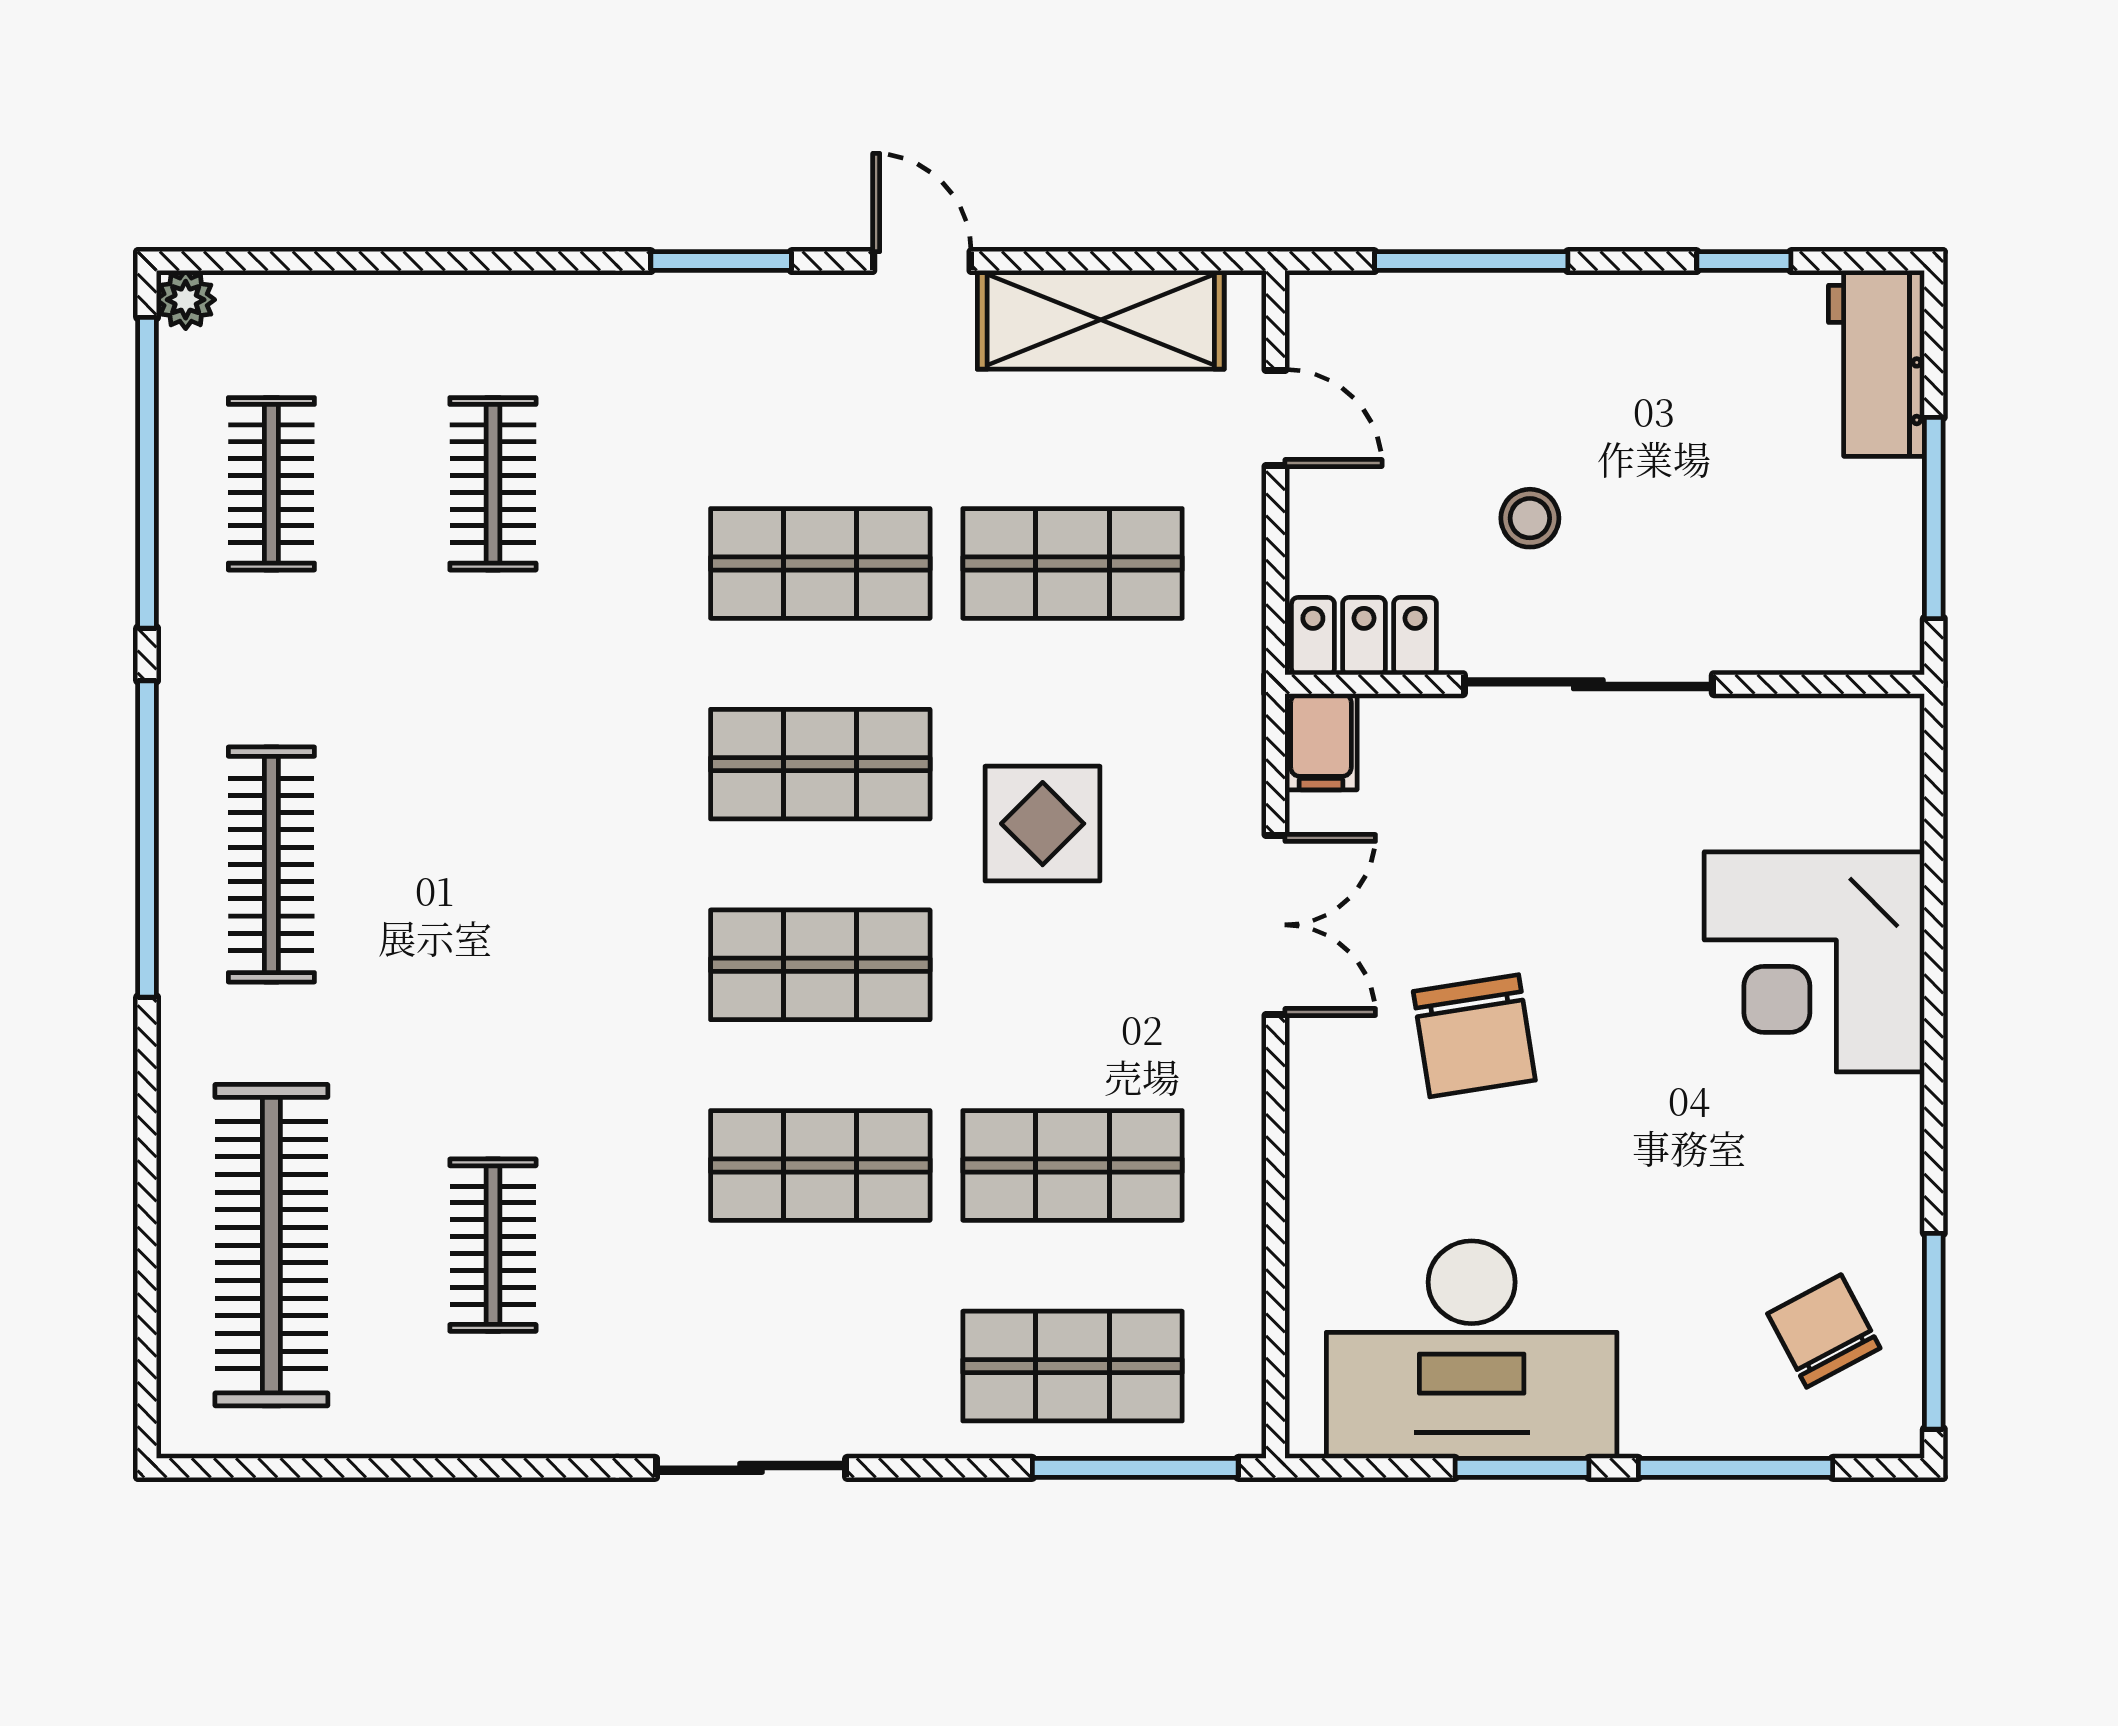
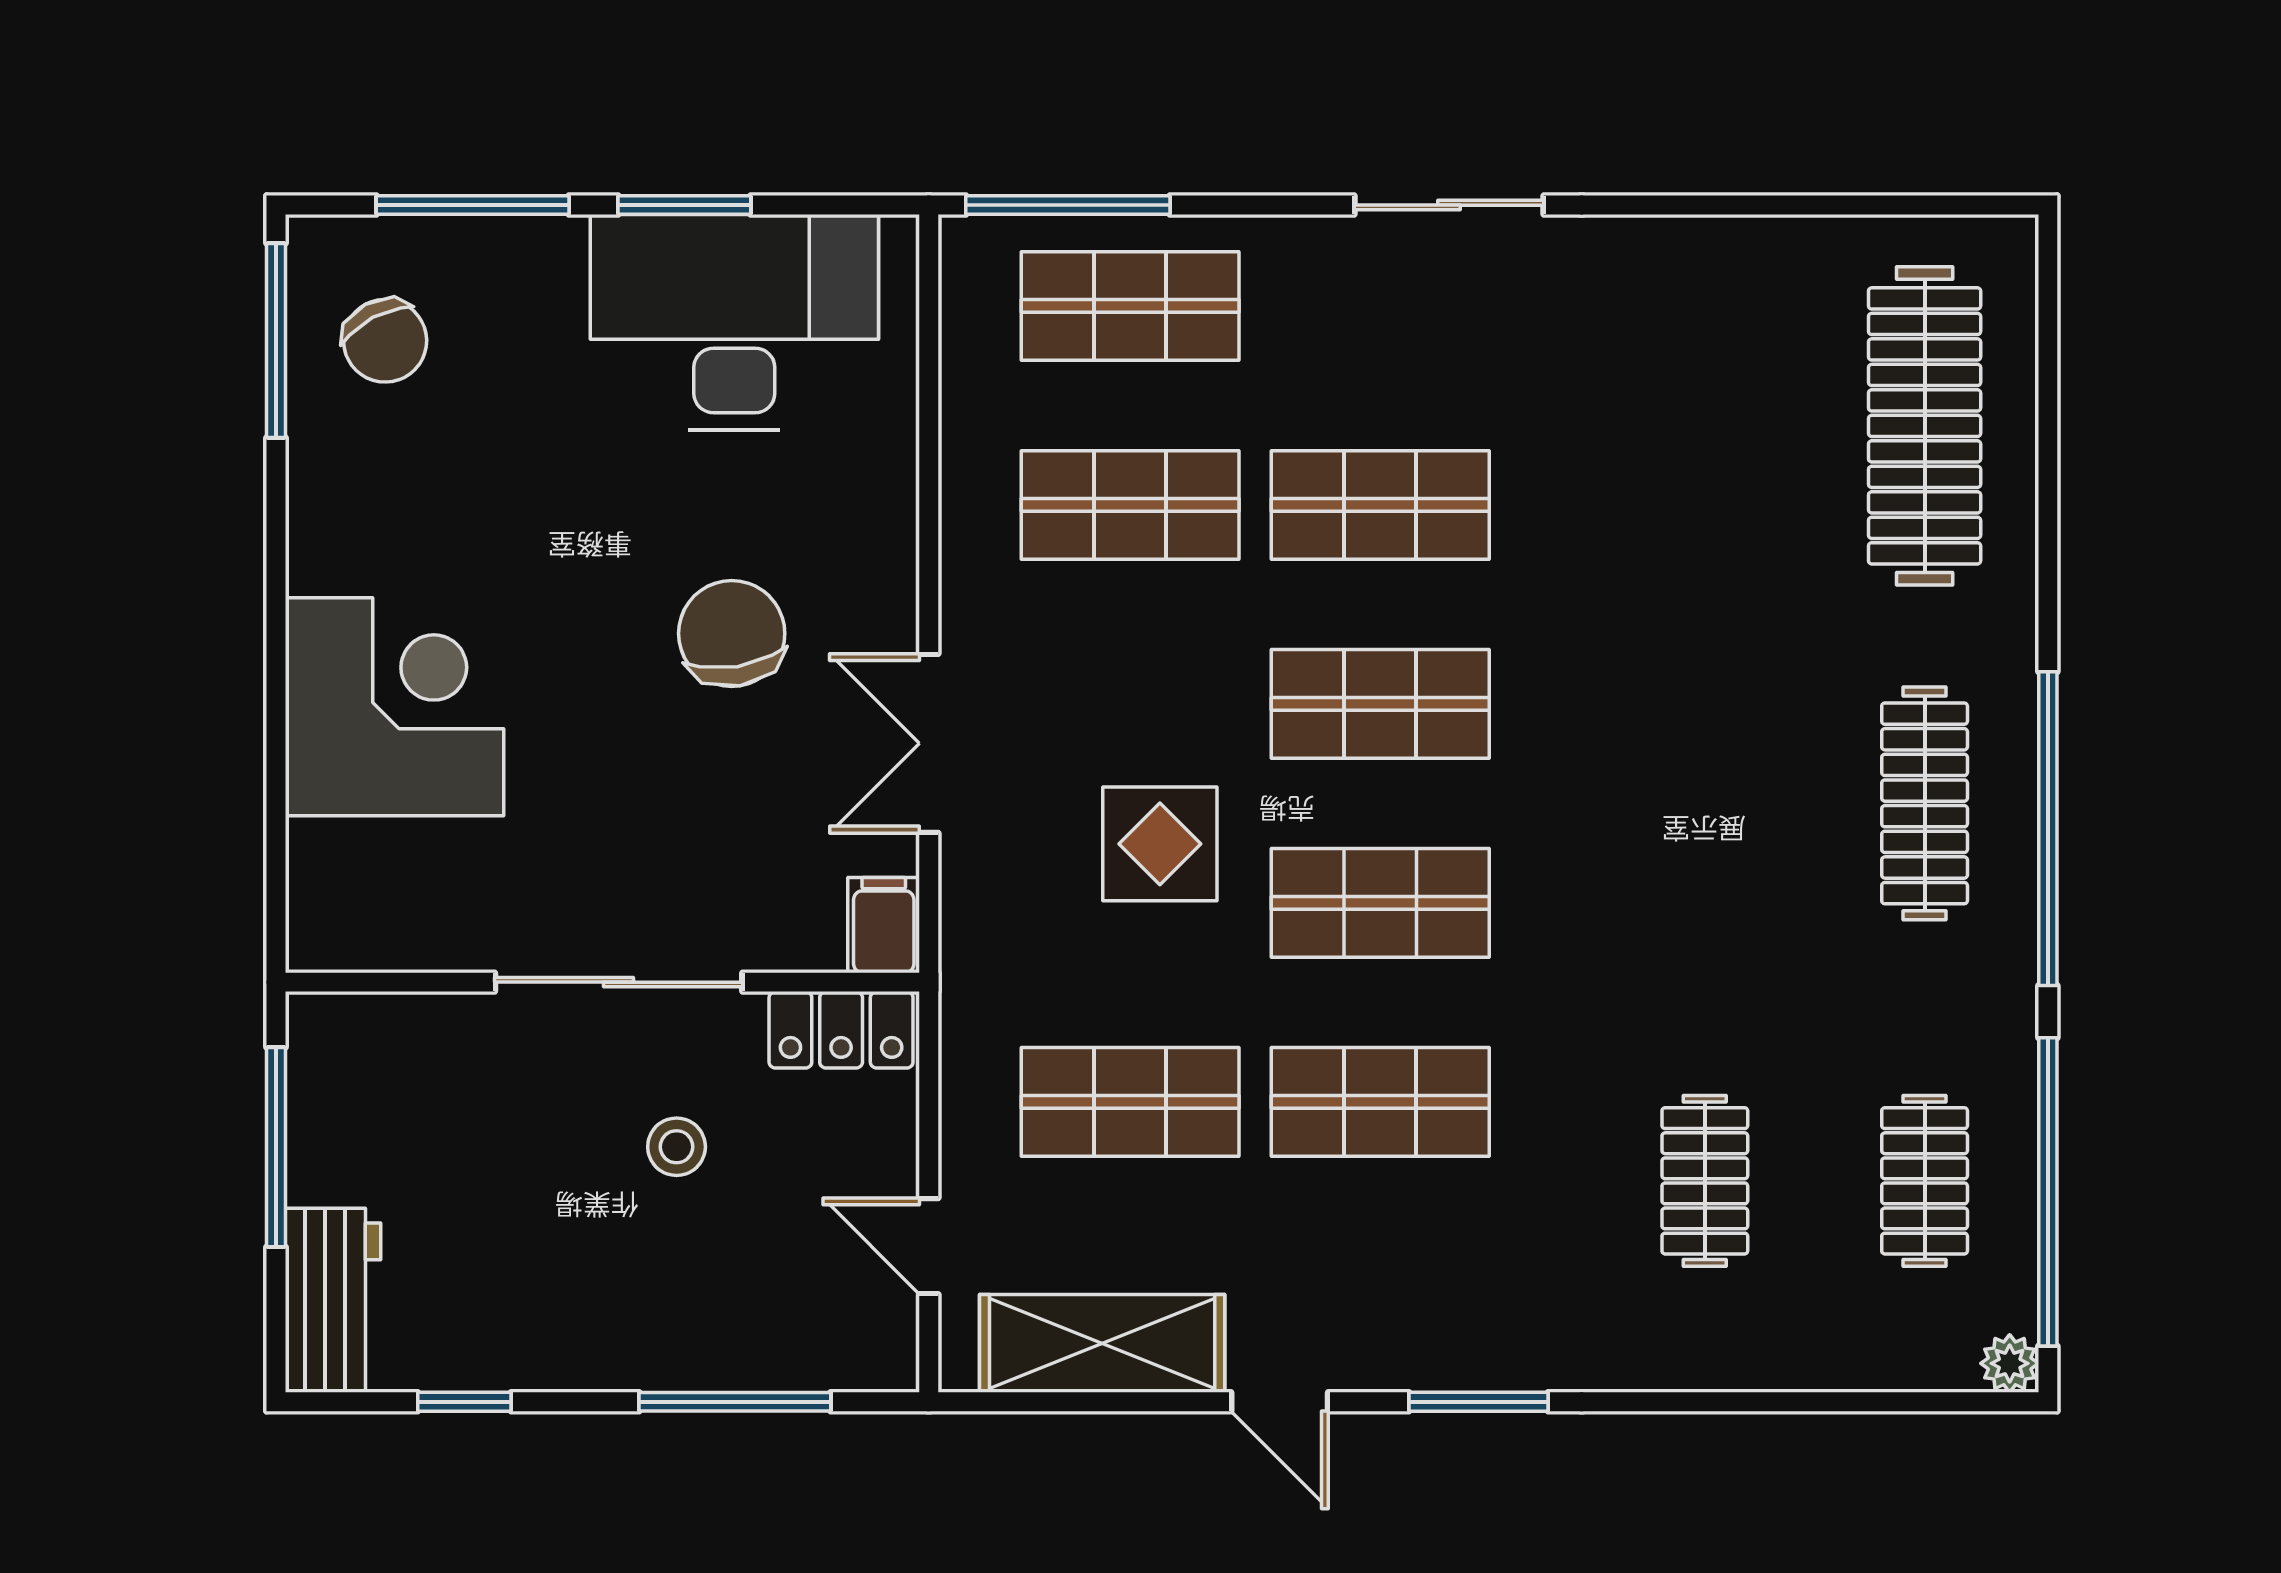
clothes rail: (493, 1245) -> (1705, 426), removed

